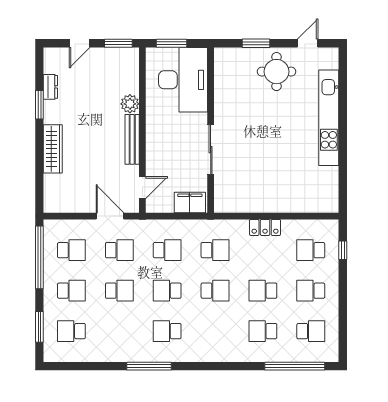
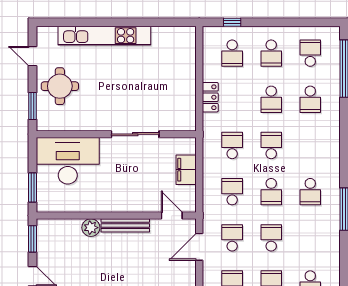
desk: (183, 80) -> (68, 161), moved
wall: (211, 130) -> (116, 134), moved
sliding door: (211, 150) -> (135, 134), moved

